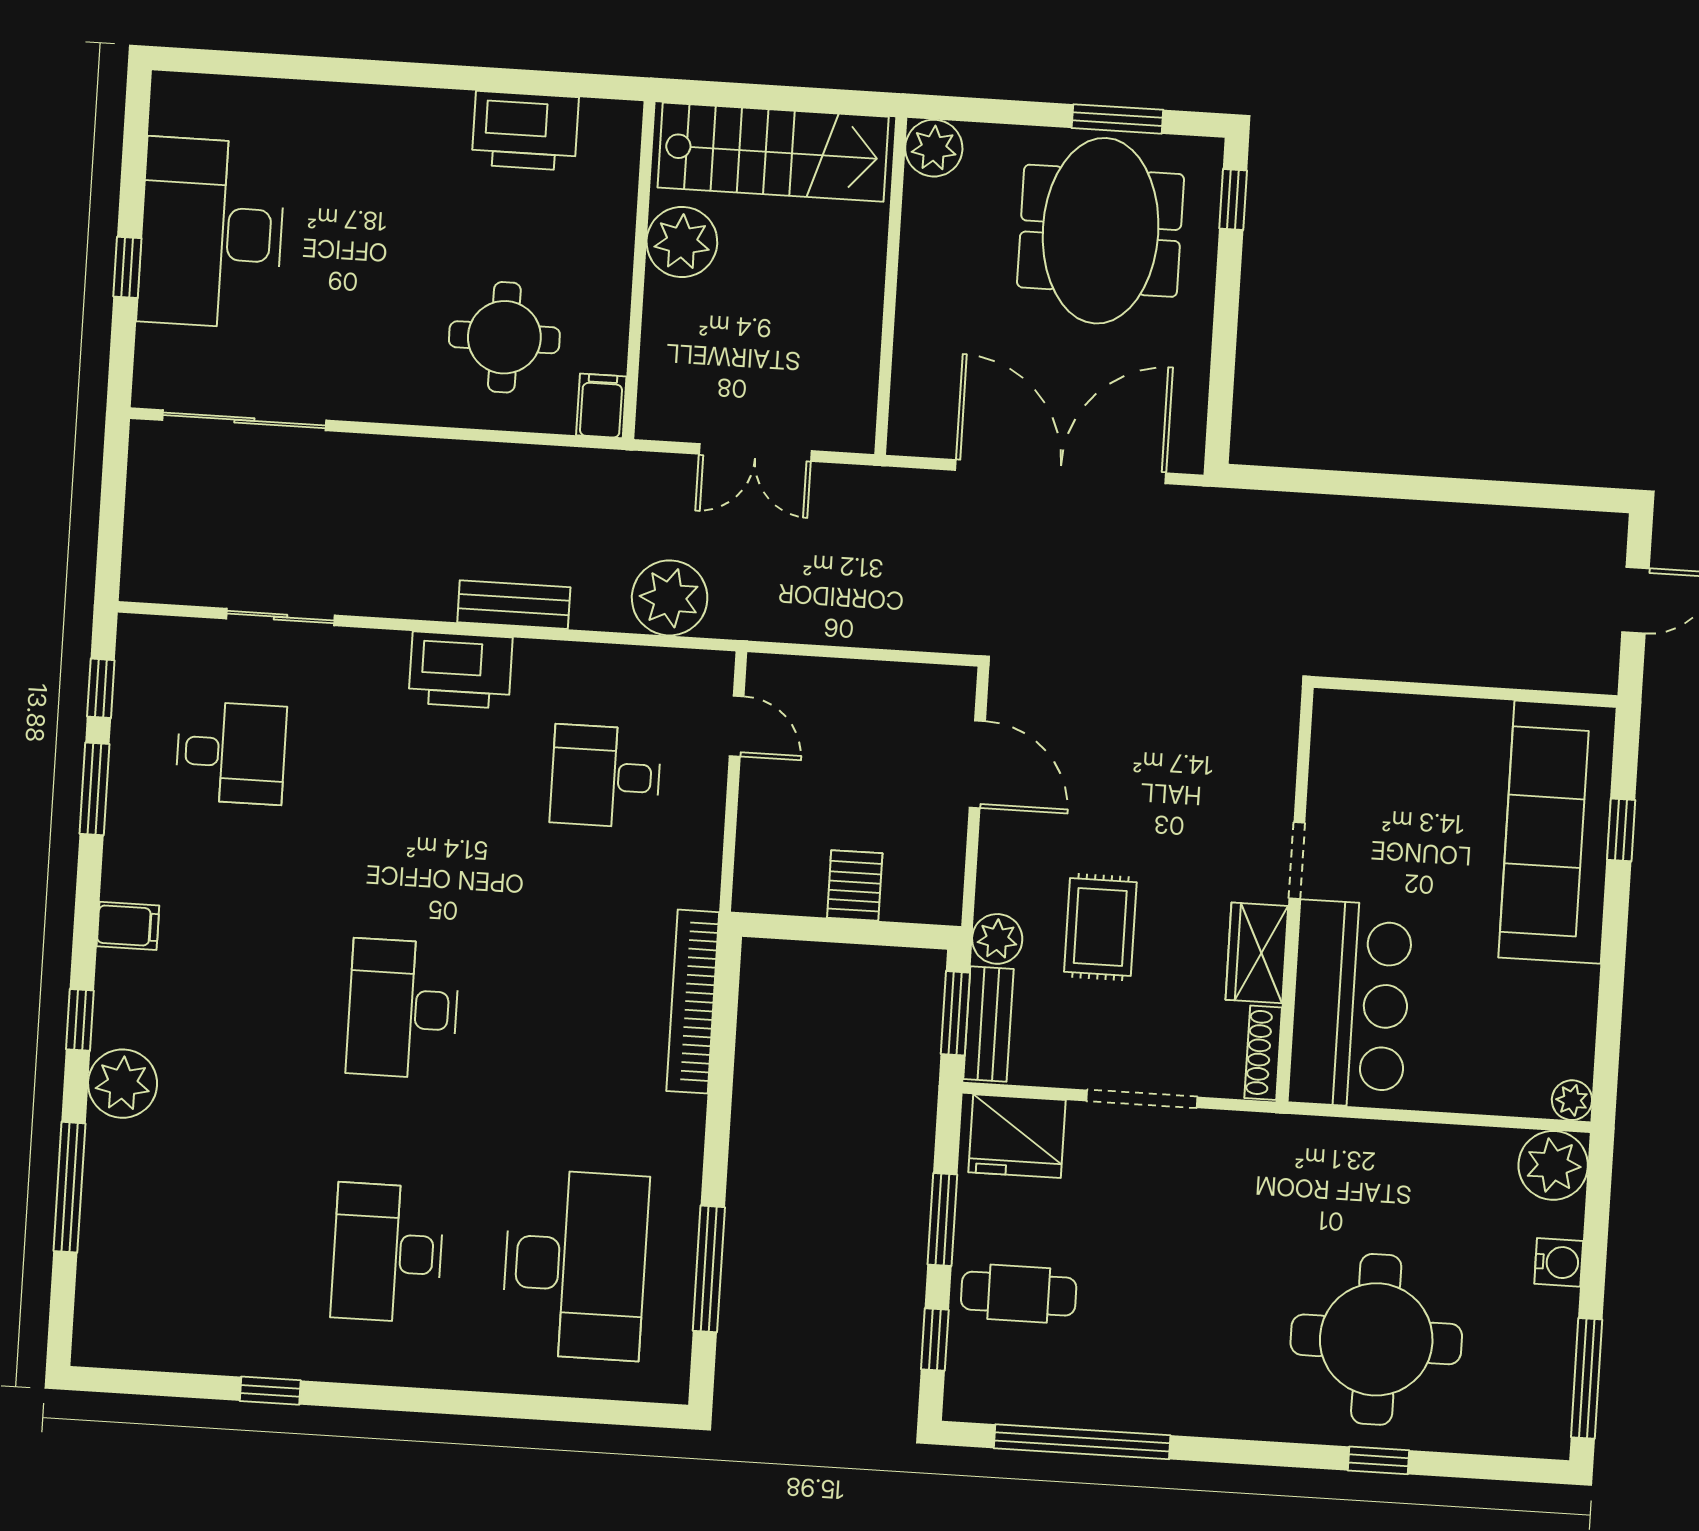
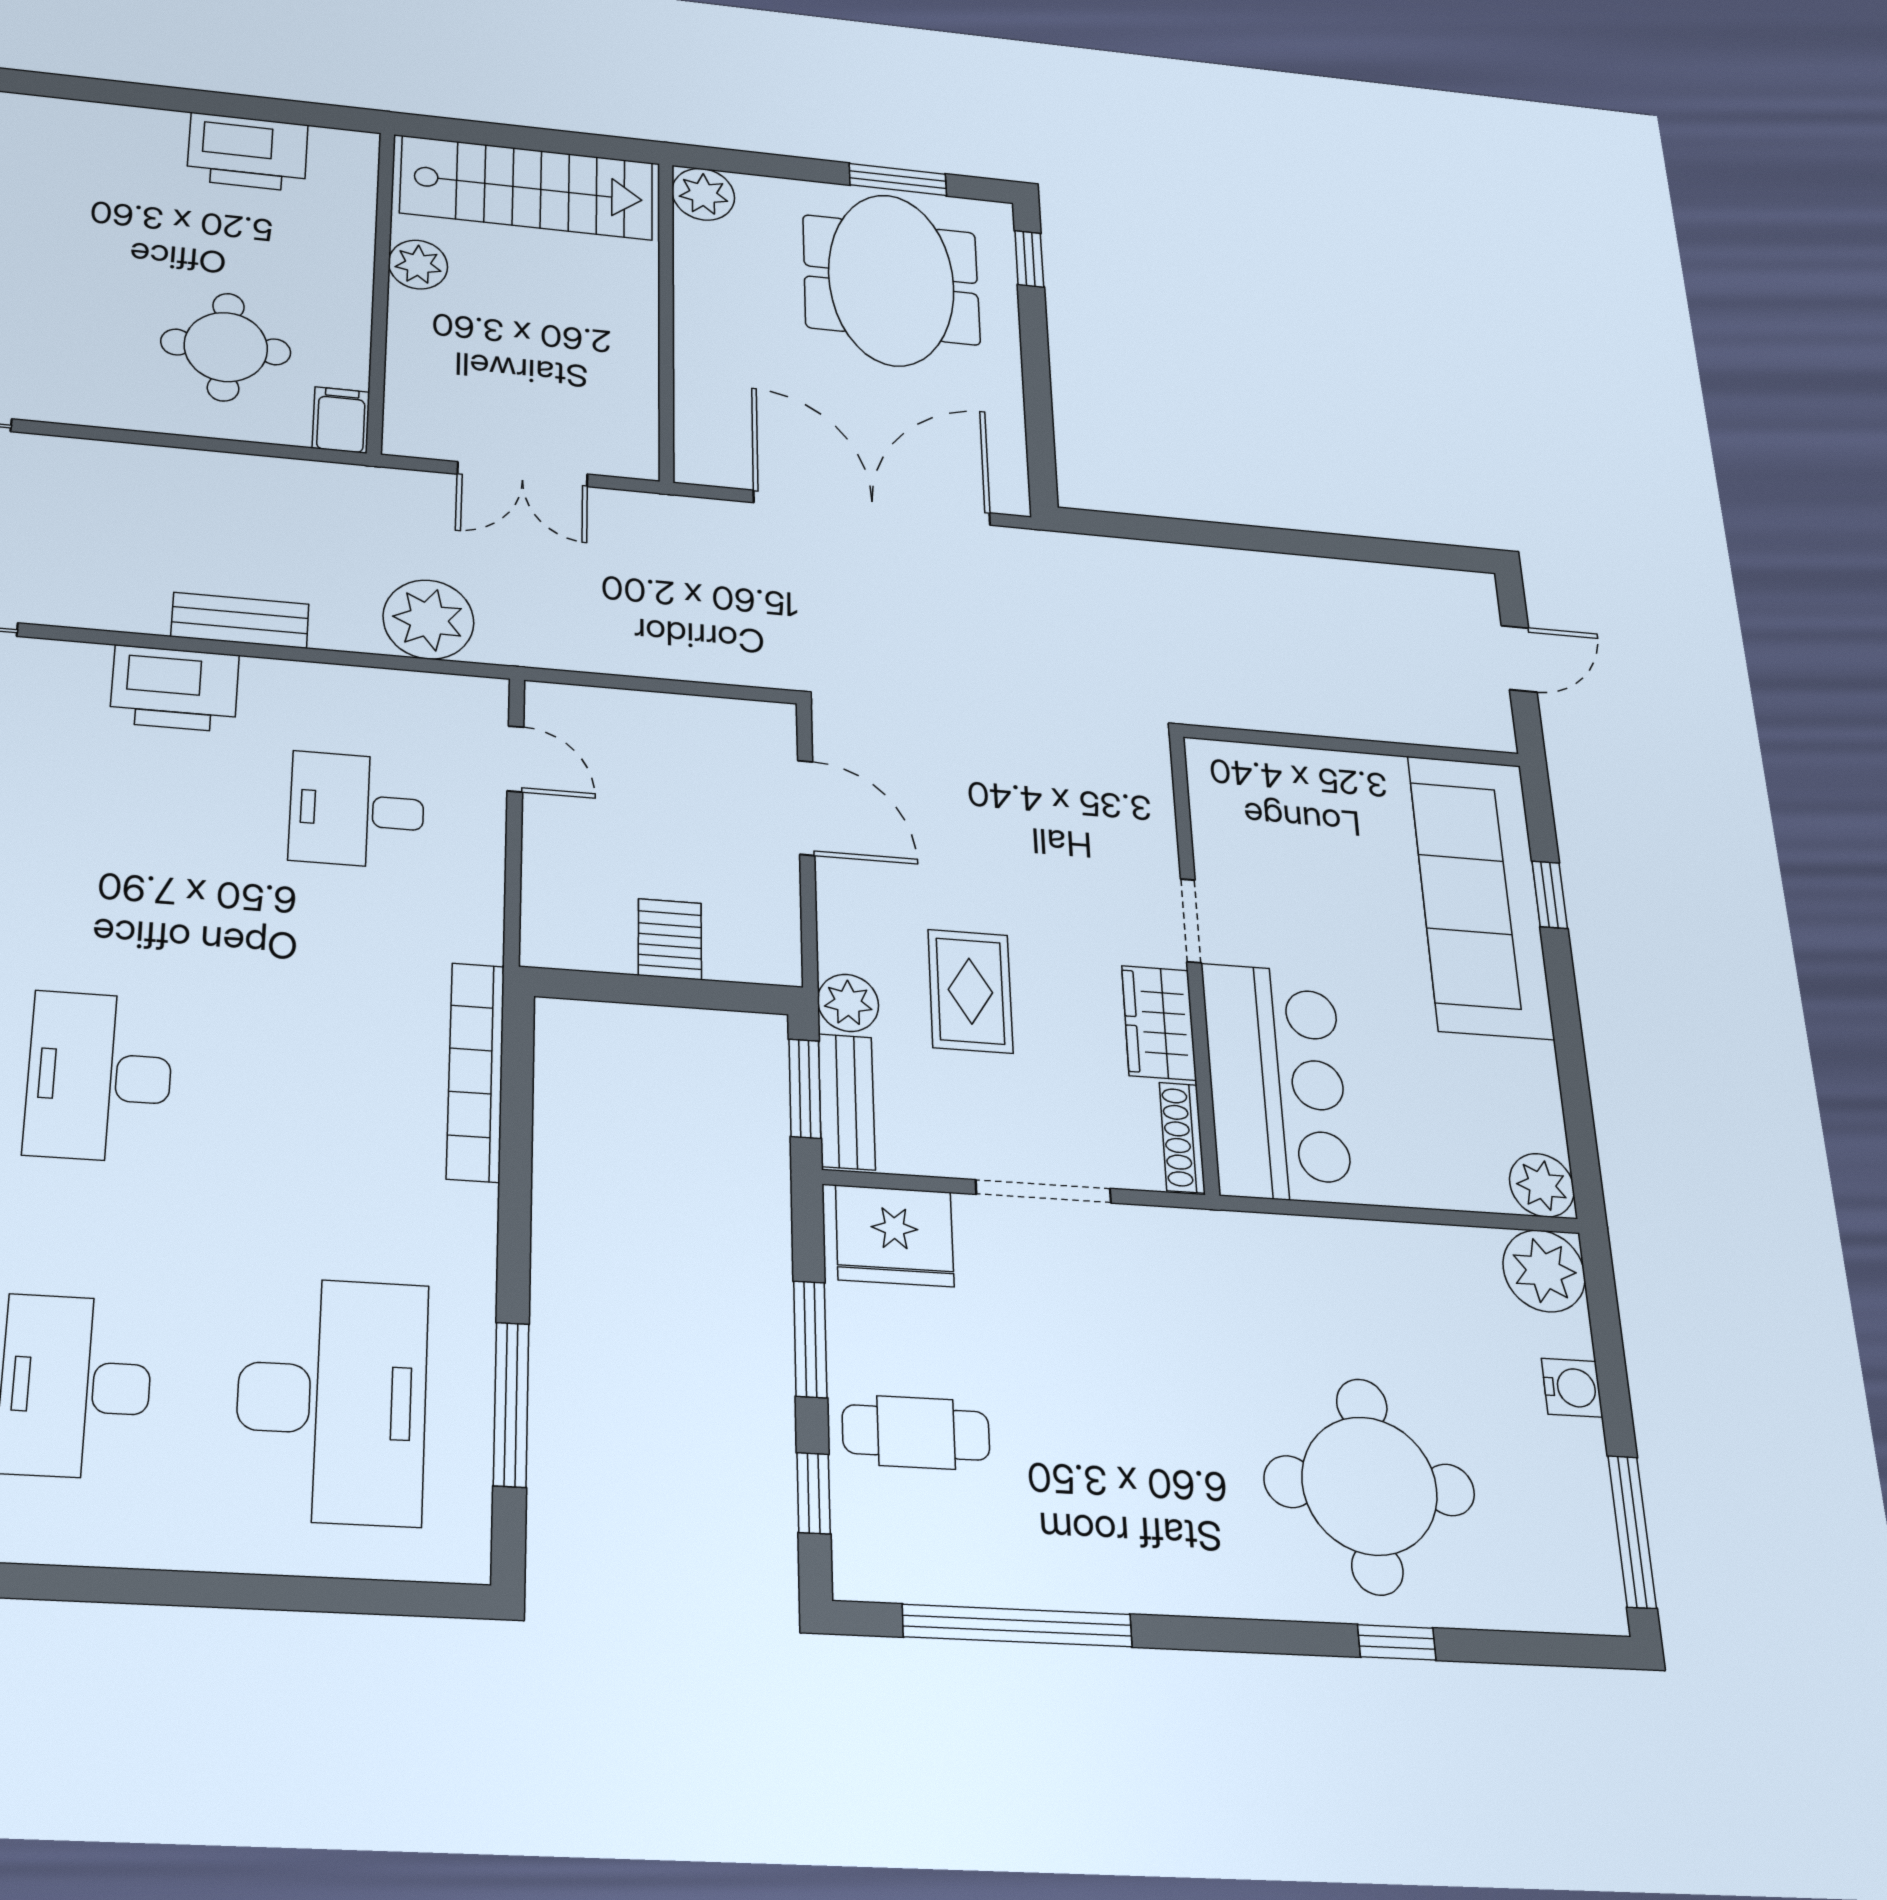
plant: (682, 242) -> (418, 265), width x0.73, depth x0.73
plant: (1572, 1100) -> (1542, 1185), width x1.38, depth x1.38

